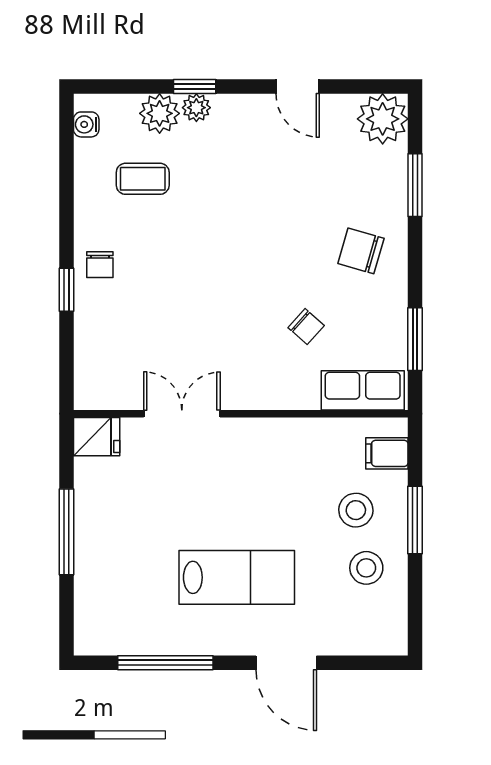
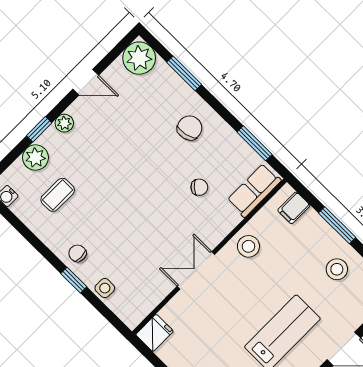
plant: (196, 108) -> (64, 123), moved
chair: (361, 251) -> (190, 128), turned 151
chair: (100, 265) -> (77, 253), turned 180
side table: (92, 333) -> (105, 288), added
double door: (182, 414) -> (196, 270), moved
stool: (356, 510) -> (248, 246), moved

